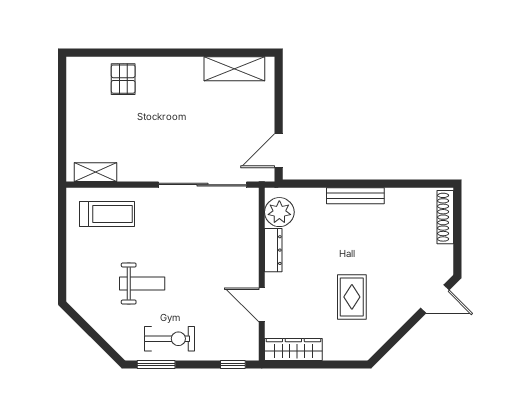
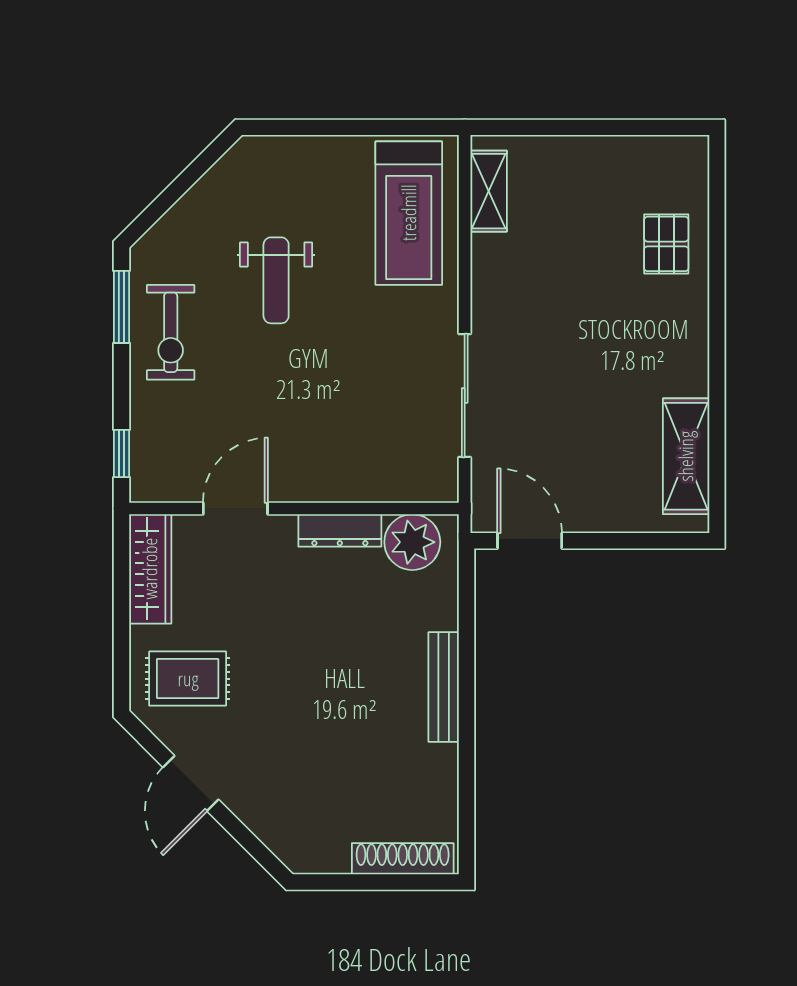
pallet: (123, 79) -> (666, 244), turned 90
sliding door: (203, 185) -> (465, 395), width x0.73
treadmill: (107, 214) -> (409, 213), width x1.37, depth x1.38
rug: (352, 297) -> (188, 679), moved
door: (435, 299) -> (191, 783), moved

